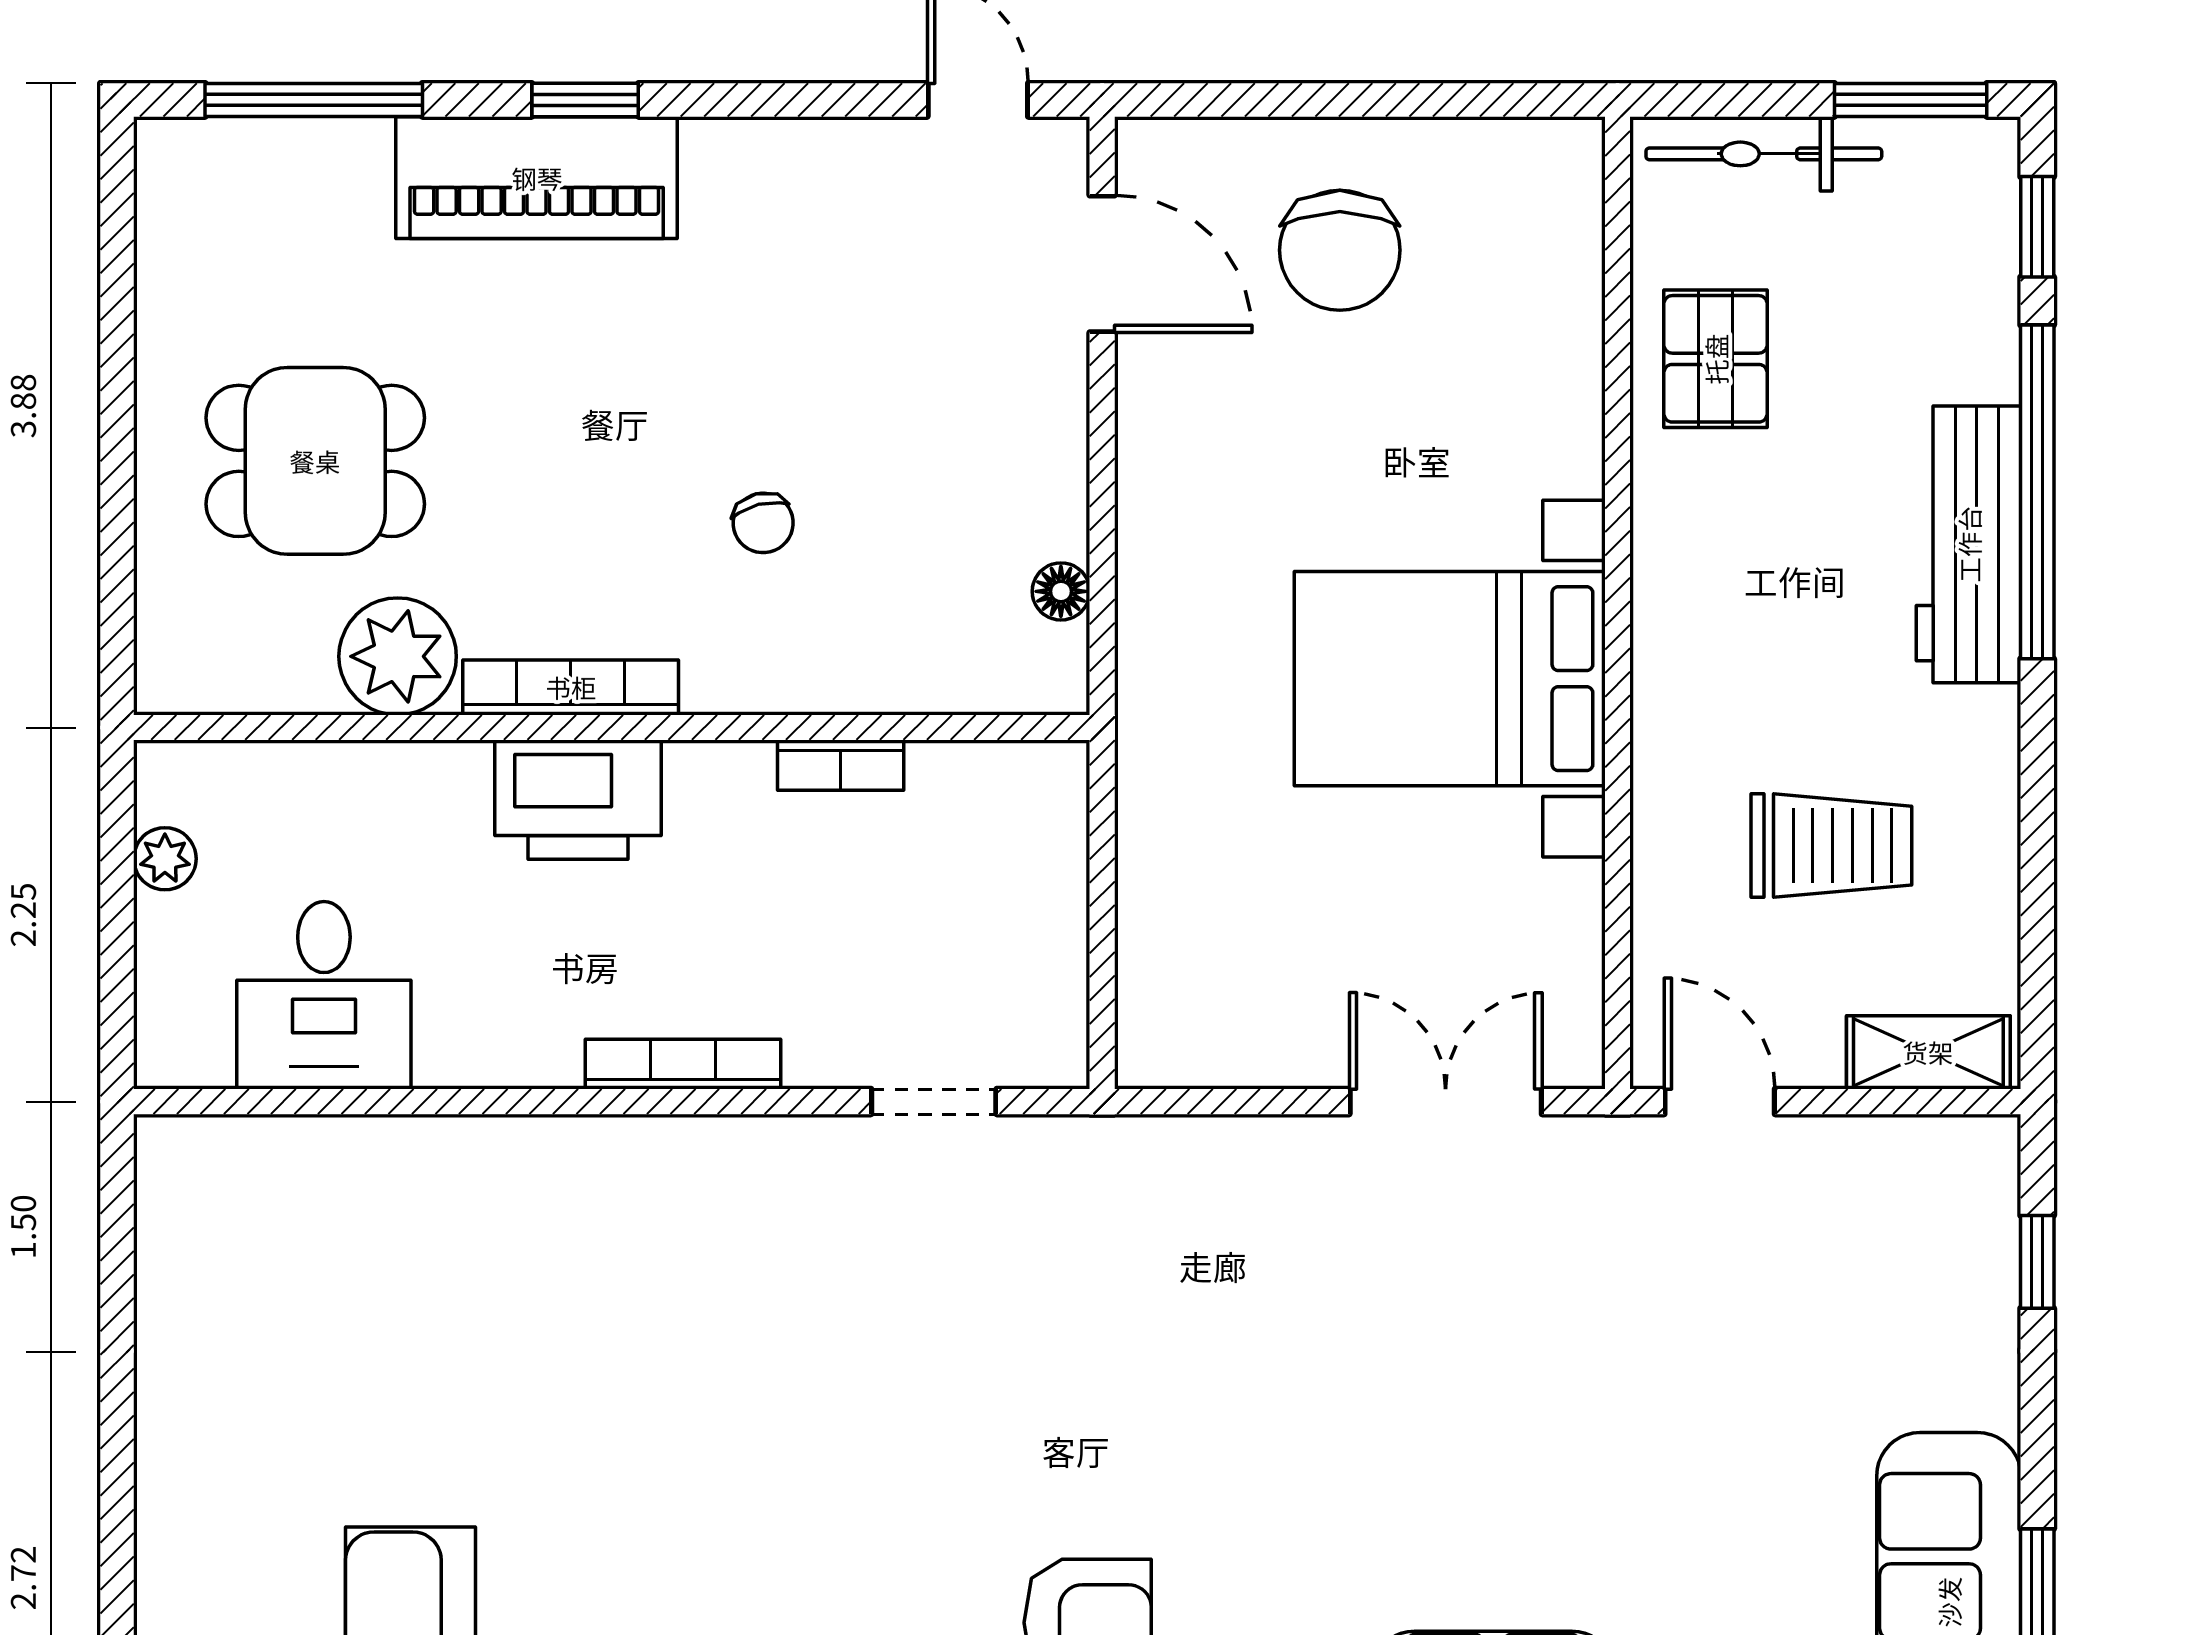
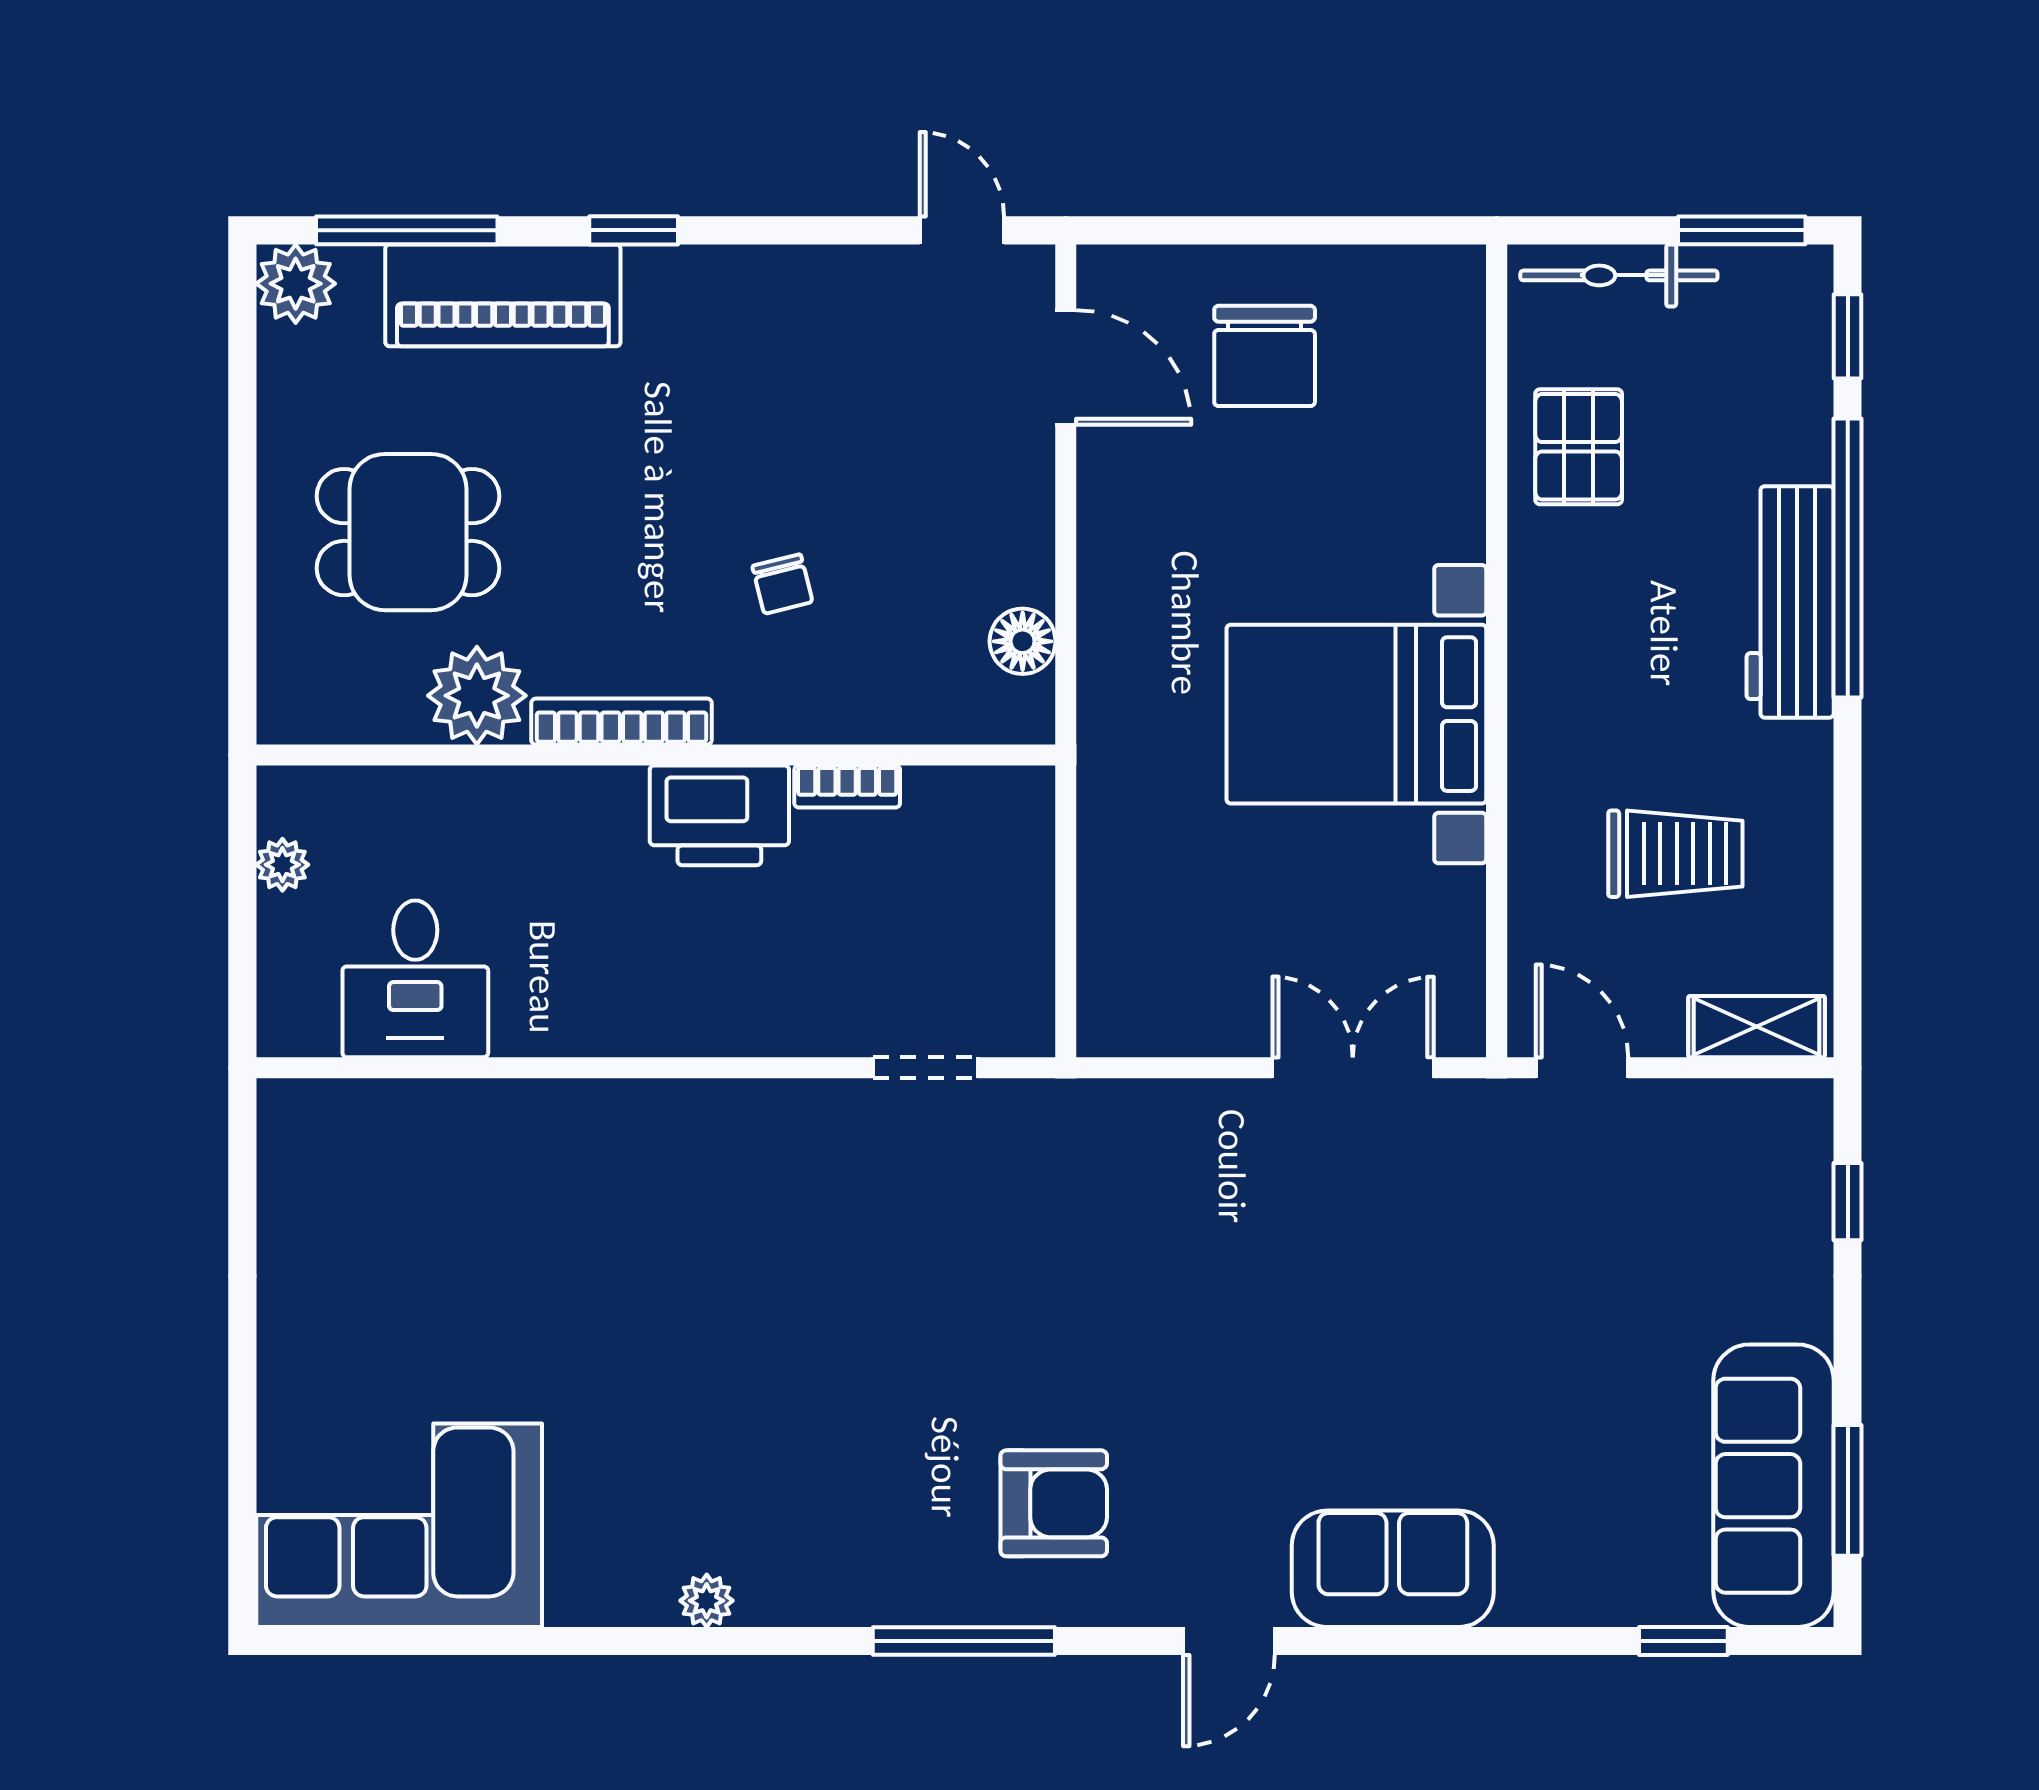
plant: (181, 164) -> (296, 284), added
piano: (537, 178) -> (503, 295), moved
floor lamp: (1061, 591) -> (1023, 641), width x1.37, depth x1.37
printer: (578, 800) -> (719, 815), moved
bookcase: (683, 1064) -> (715, 1036), removed

